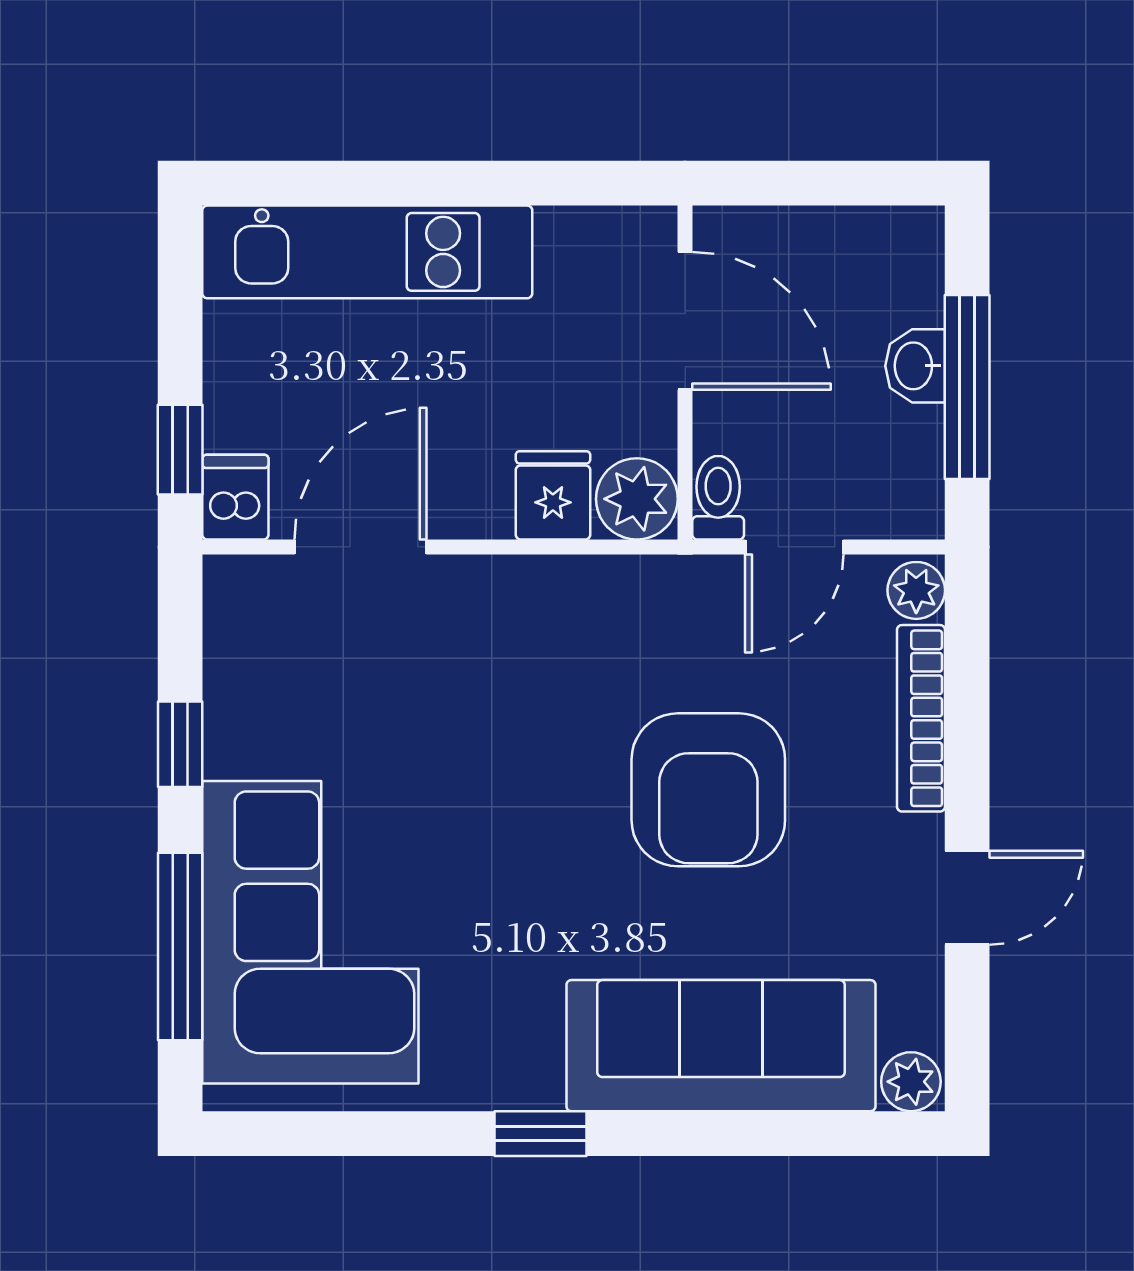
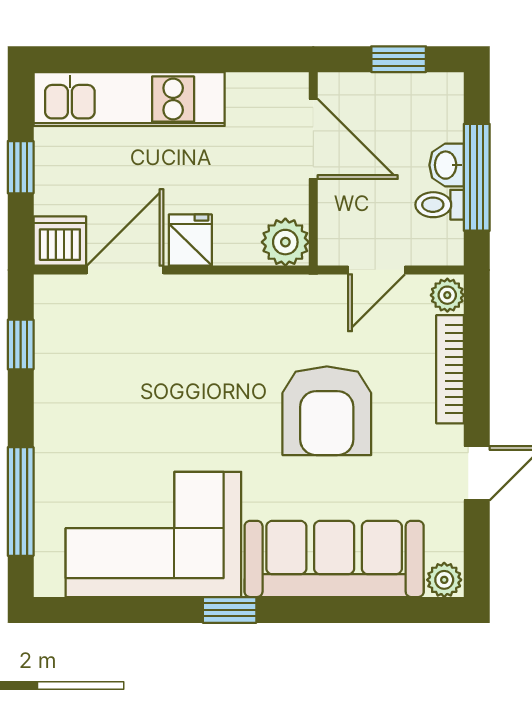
window: (832, 183) -> (399, 59), added
window: (180, 450) -> (21, 167), moved
fridge: (553, 495) -> (190, 240), moved
dishwasher: (235, 497) -> (60, 241), width x1.38
toilet: (718, 498) -> (440, 205), moved, turned -90
window: (180, 744) -> (21, 345), moved
corner sofa: (310, 932) -> (153, 534), moved, turned -90

